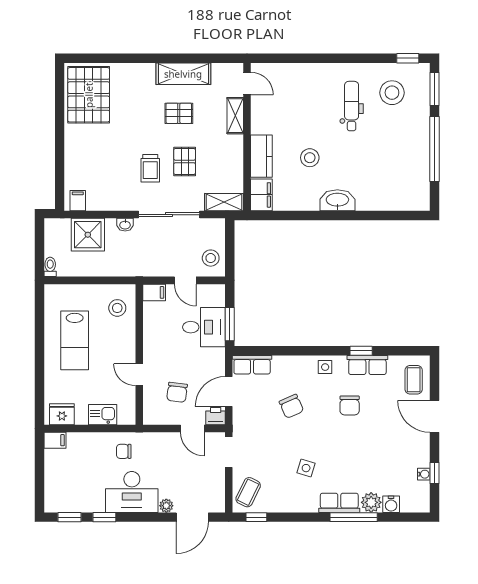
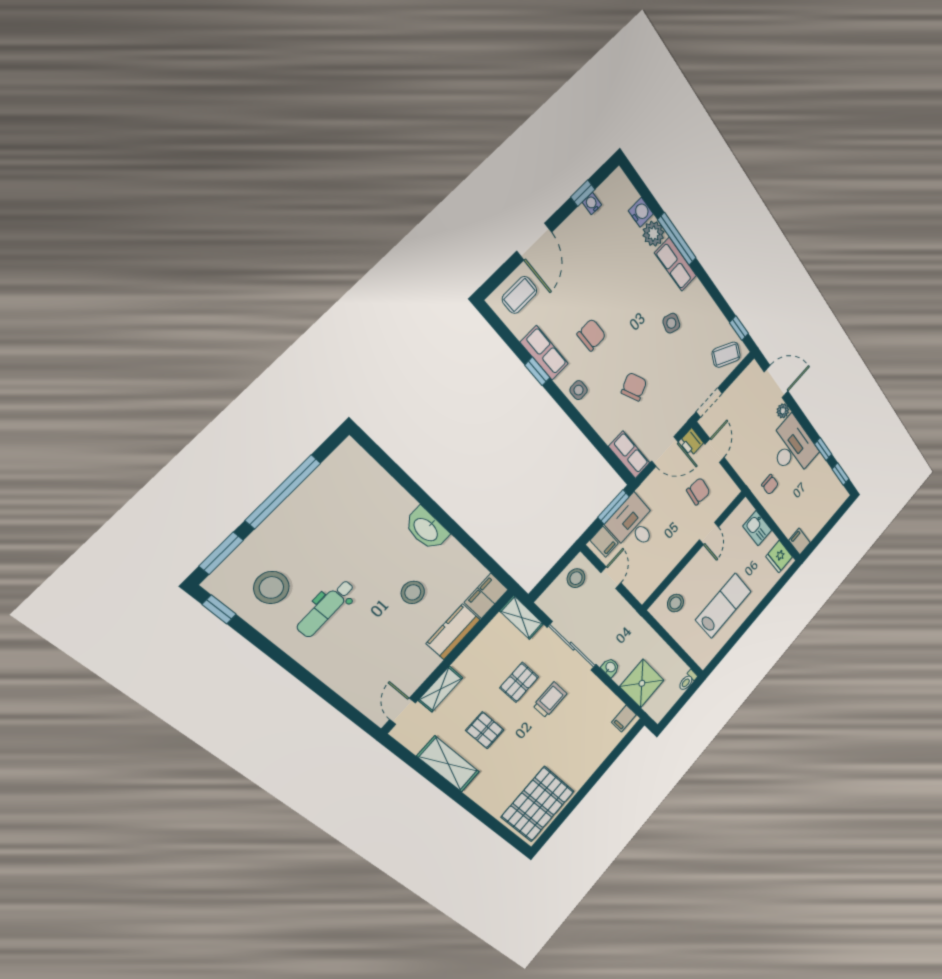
filing cabinet: (154, 292) -> (604, 542), moved, turned 180

